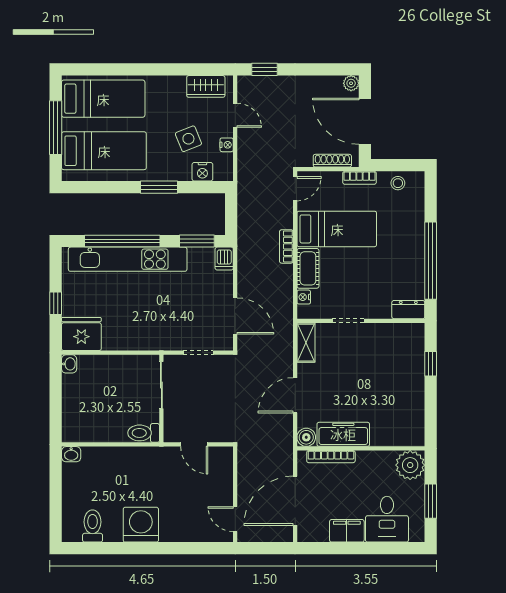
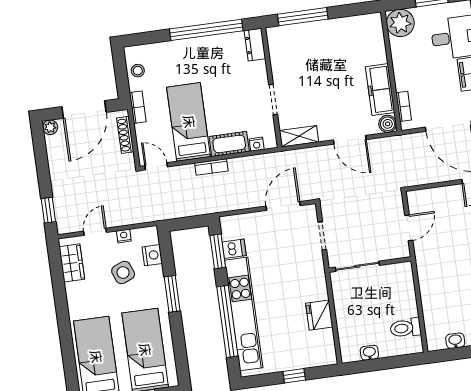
dishwasher: (224, 259) -> (234, 249), moved
fridge: (81, 334) -> (319, 315), moved, width x0.73, depth x0.75
washbasin: (69, 364) -> (369, 353), moved
window: (431, 364) -> (303, 17), width x2.17
toilet: (144, 433) -> (406, 328), moved, turned 90
washbasin: (71, 454) -> (455, 341), moved, turned -90
bookcase: (331, 457) -> (404, 106), width x0.64

